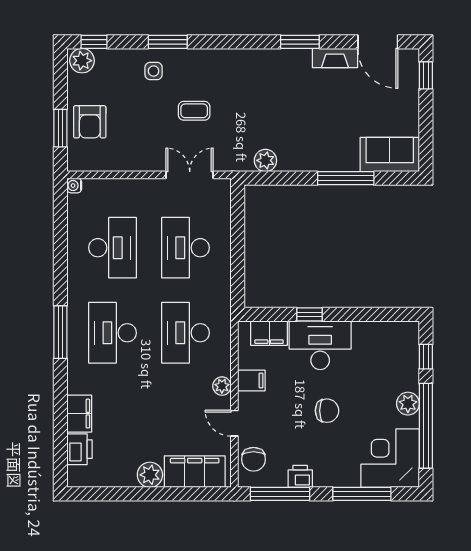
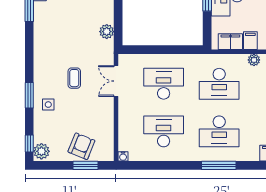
armchair: (90, 122) -> (81, 146), turned -68
desk: (185, 248) -> (164, 84), turned 180
filing cabinet: (269, 333) -> (230, 42), moved, turned -90

